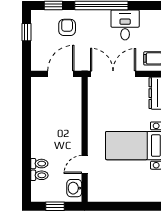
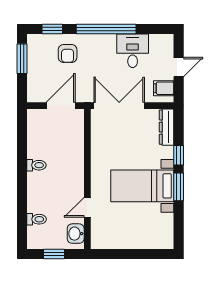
armchair: (67, 27) -> (68, 54), turned 180
window: (26, 32) -> (22, 59), width x1.50
toilet: (39, 164) -> (36, 165), moved

